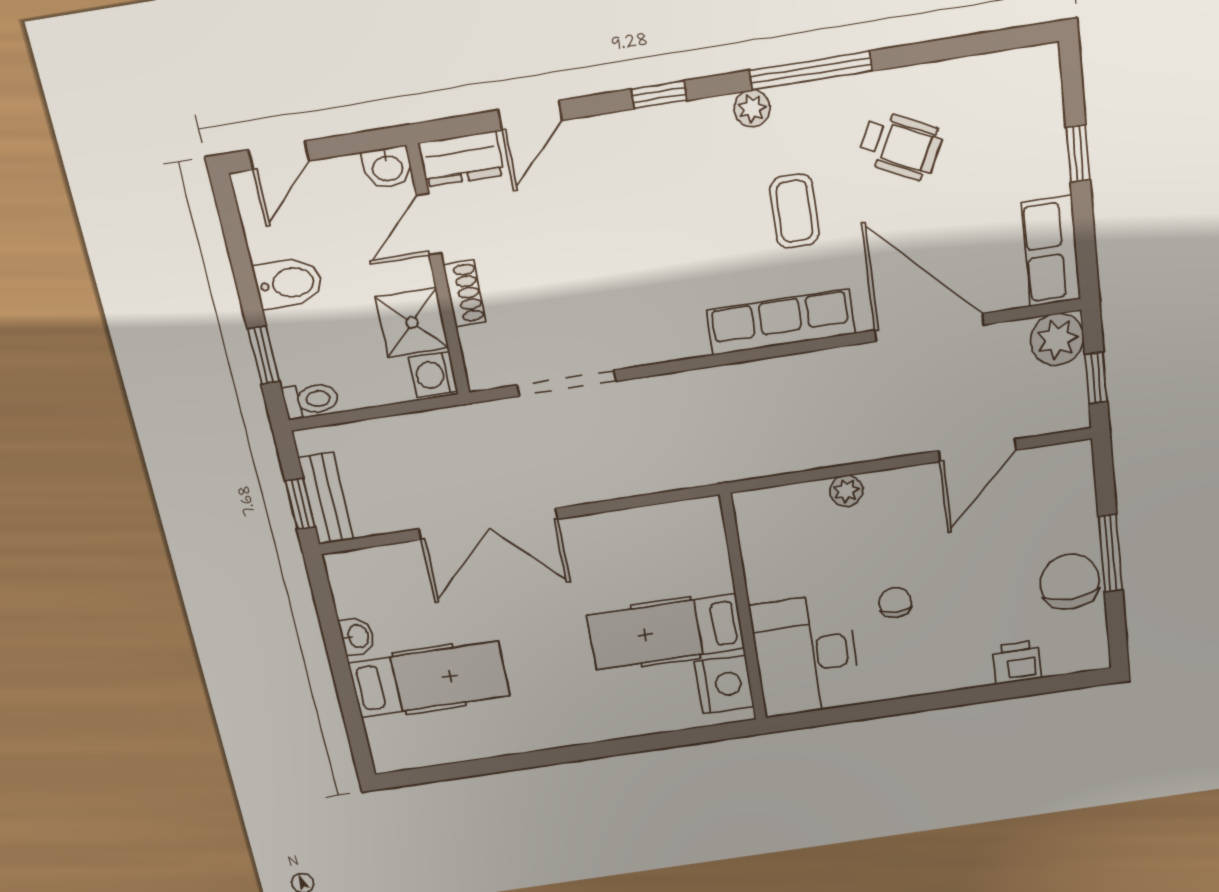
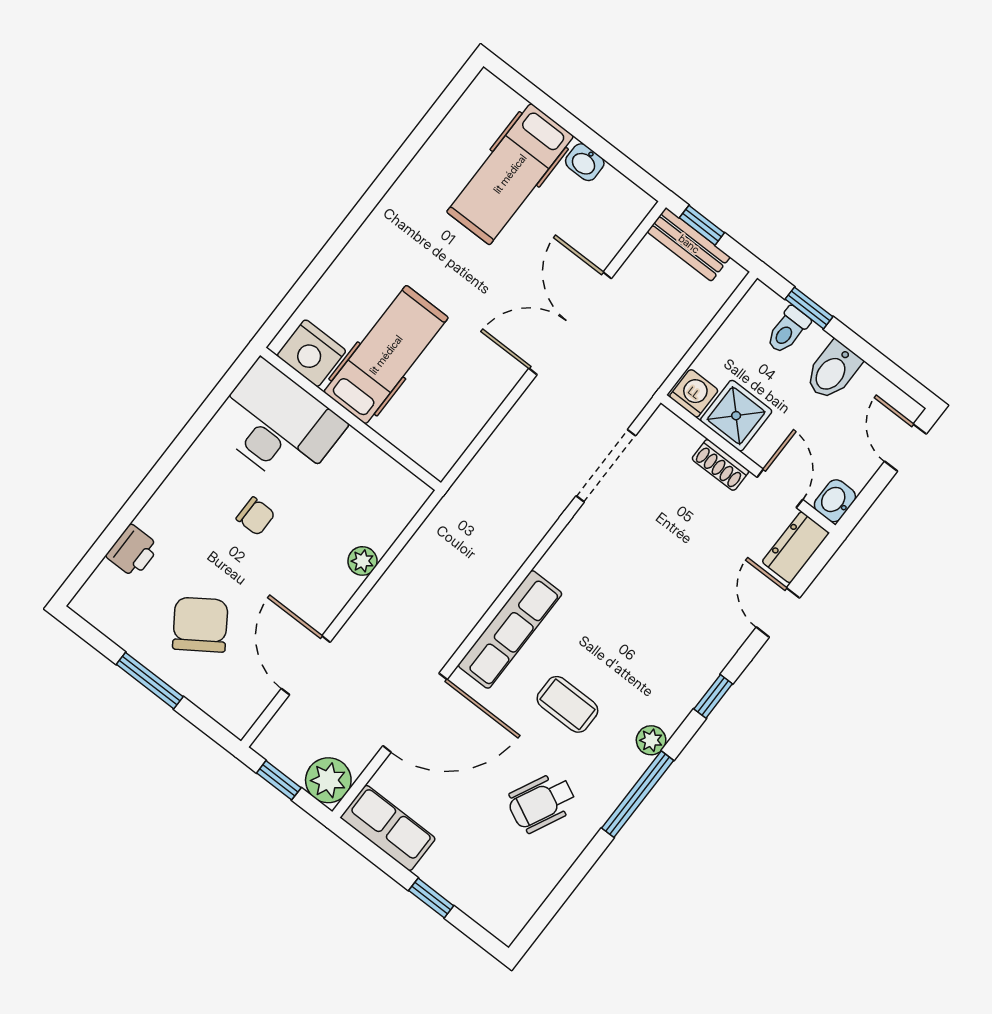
toilet: (311, 400) -> (788, 330), moved
chair: (1070, 582) -> (200, 625), moved, turned -122

